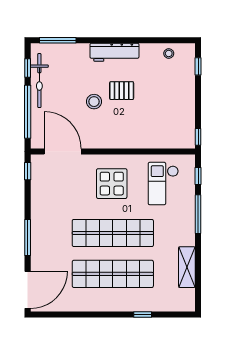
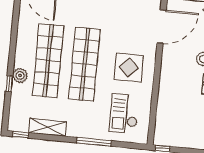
window: (198, 176) -> (21, 135), moved
checkout: (163, 184) -> (124, 113), turned -90
plant: (132, 303) -> (20, 75), added

